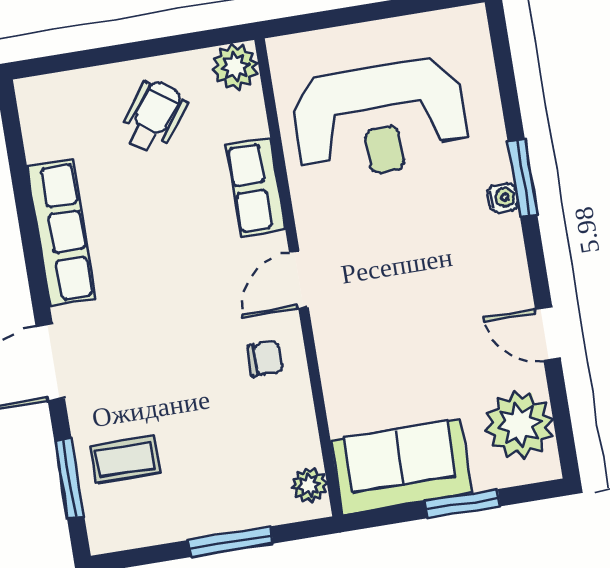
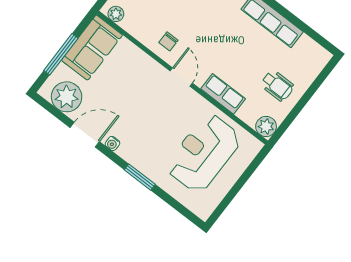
wheelchair: (153, 117) -> (277, 86), turned -36
water cooler: (503, 198) -> (112, 143), moved
door: (548, 334) -> (85, 135), width x1.37
window: (463, 504) -> (61, 54), width x1.44

